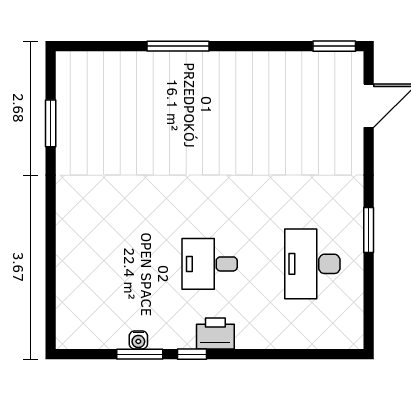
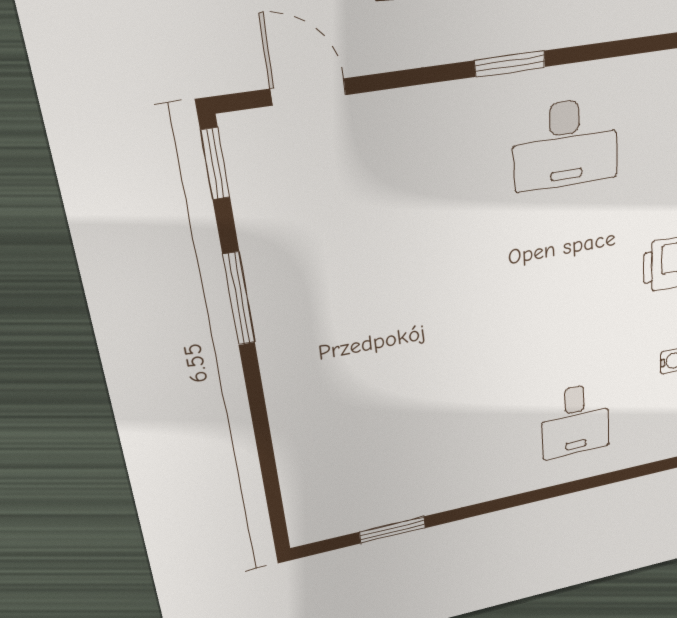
window: (178, 46) -> (239, 299), moved
desk: (210, 264) -> (575, 420), moved

